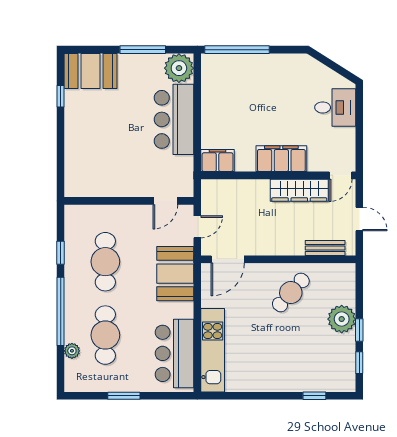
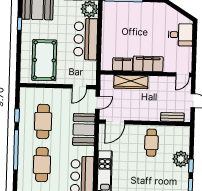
pool table: (104, 157) -> (44, 60), added
filing cabinet: (218, 161) -> (123, 64), moved
wardrobe: (299, 190) -> (131, 82), moved
cafe table: (291, 292) -> (151, 143), turned -42
plant: (72, 351) -> (22, 173), removed

